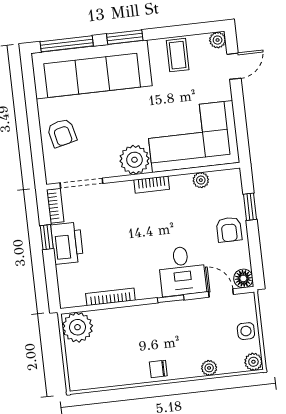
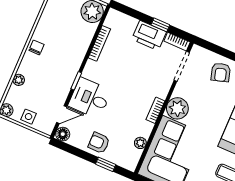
armchair: (62, 133) -> (221, 72), turned -94

